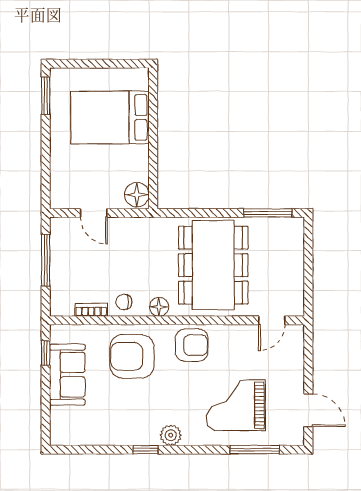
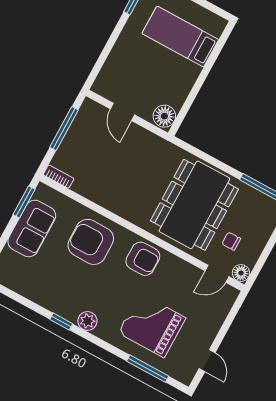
bed: (110, 117) -> (180, 36), width x0.67
chair: (124, 302) -> (231, 241), moved
floor lamp: (159, 307) -> (241, 273), moved
bookcase: (91, 310) -> (59, 177), moved
window: (46, 353) -> (24, 202), width x1.50
door: (308, 410) -> (207, 361), width x0.73

